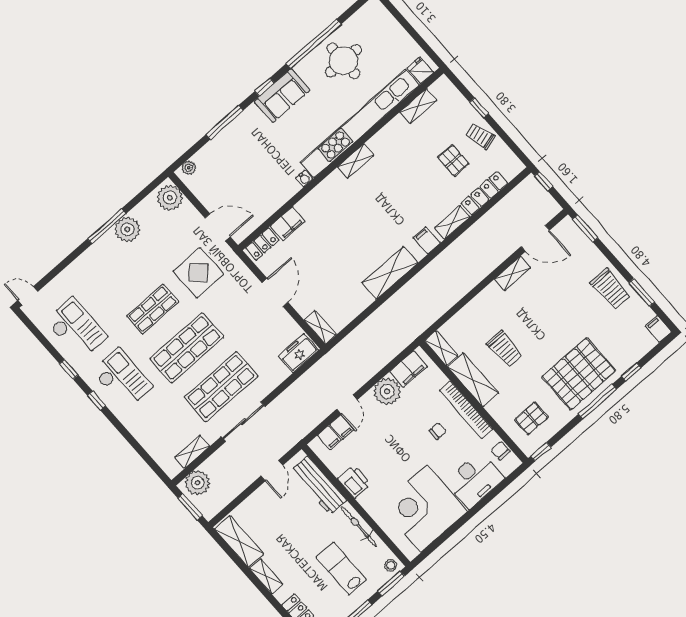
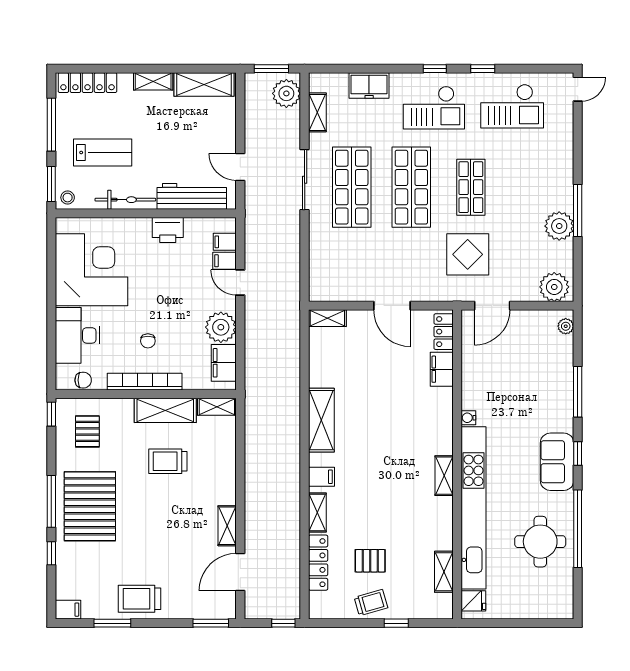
freezer: (298, 353) -> (369, 86), moved, turned 90

